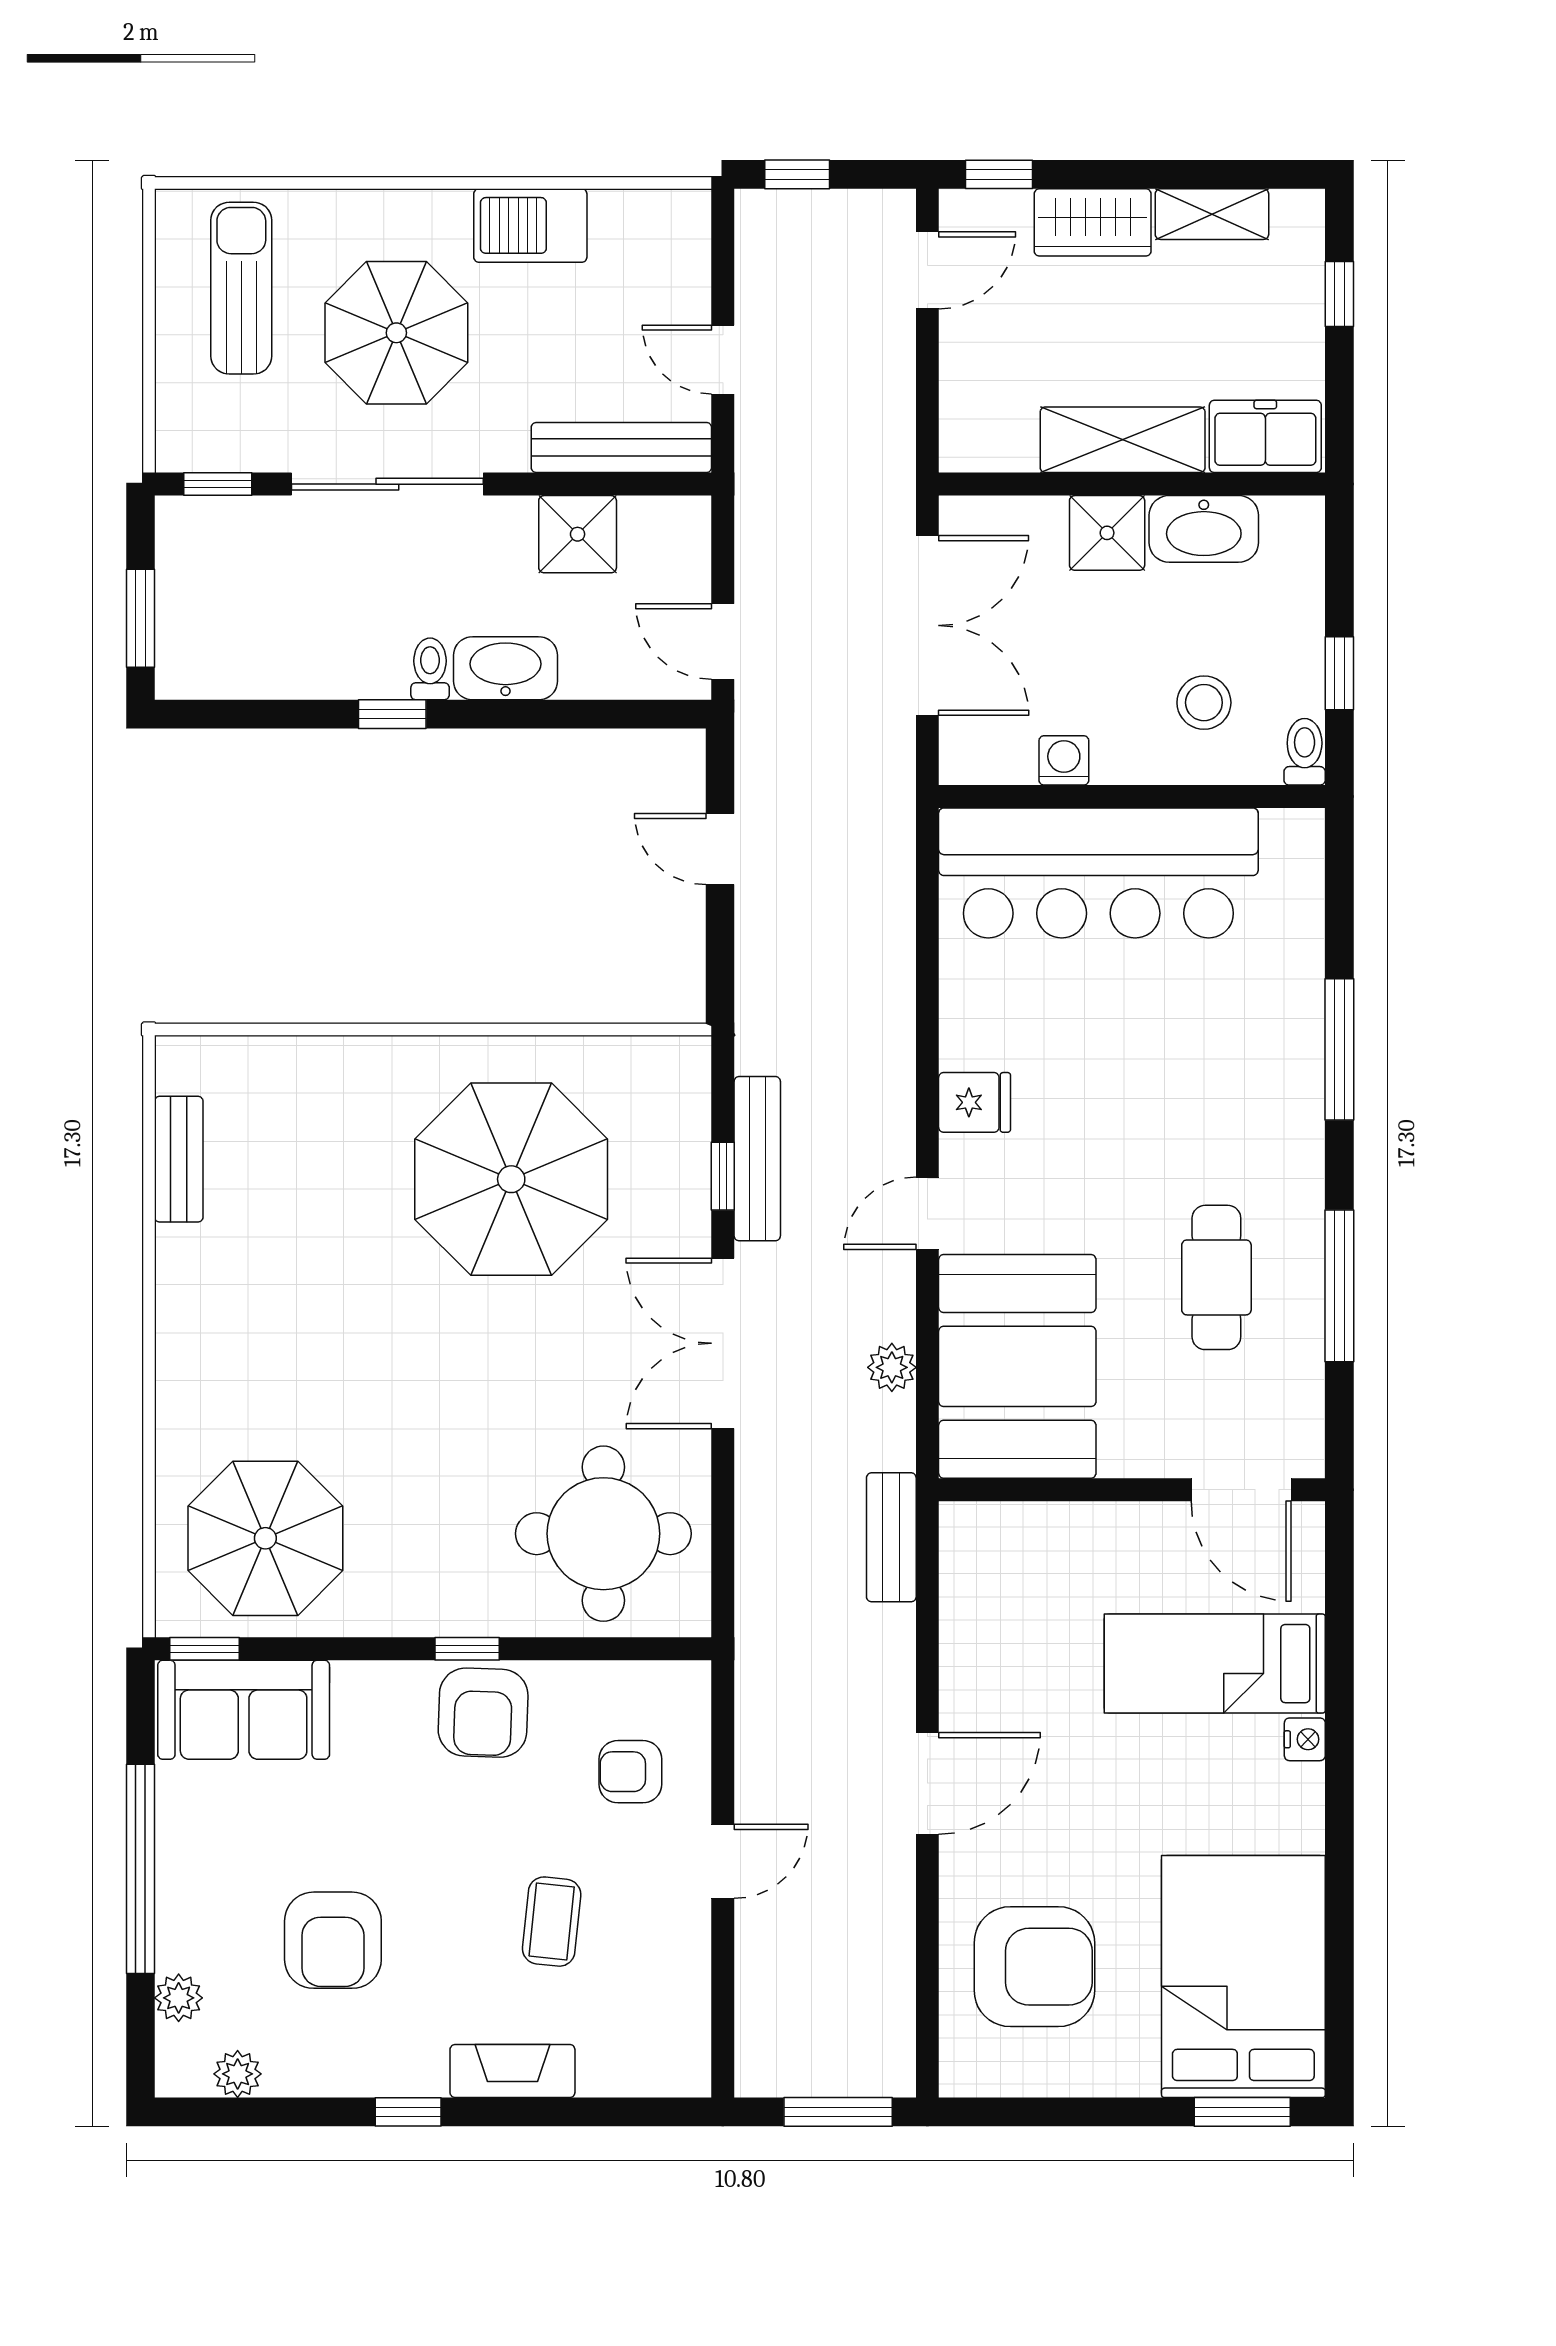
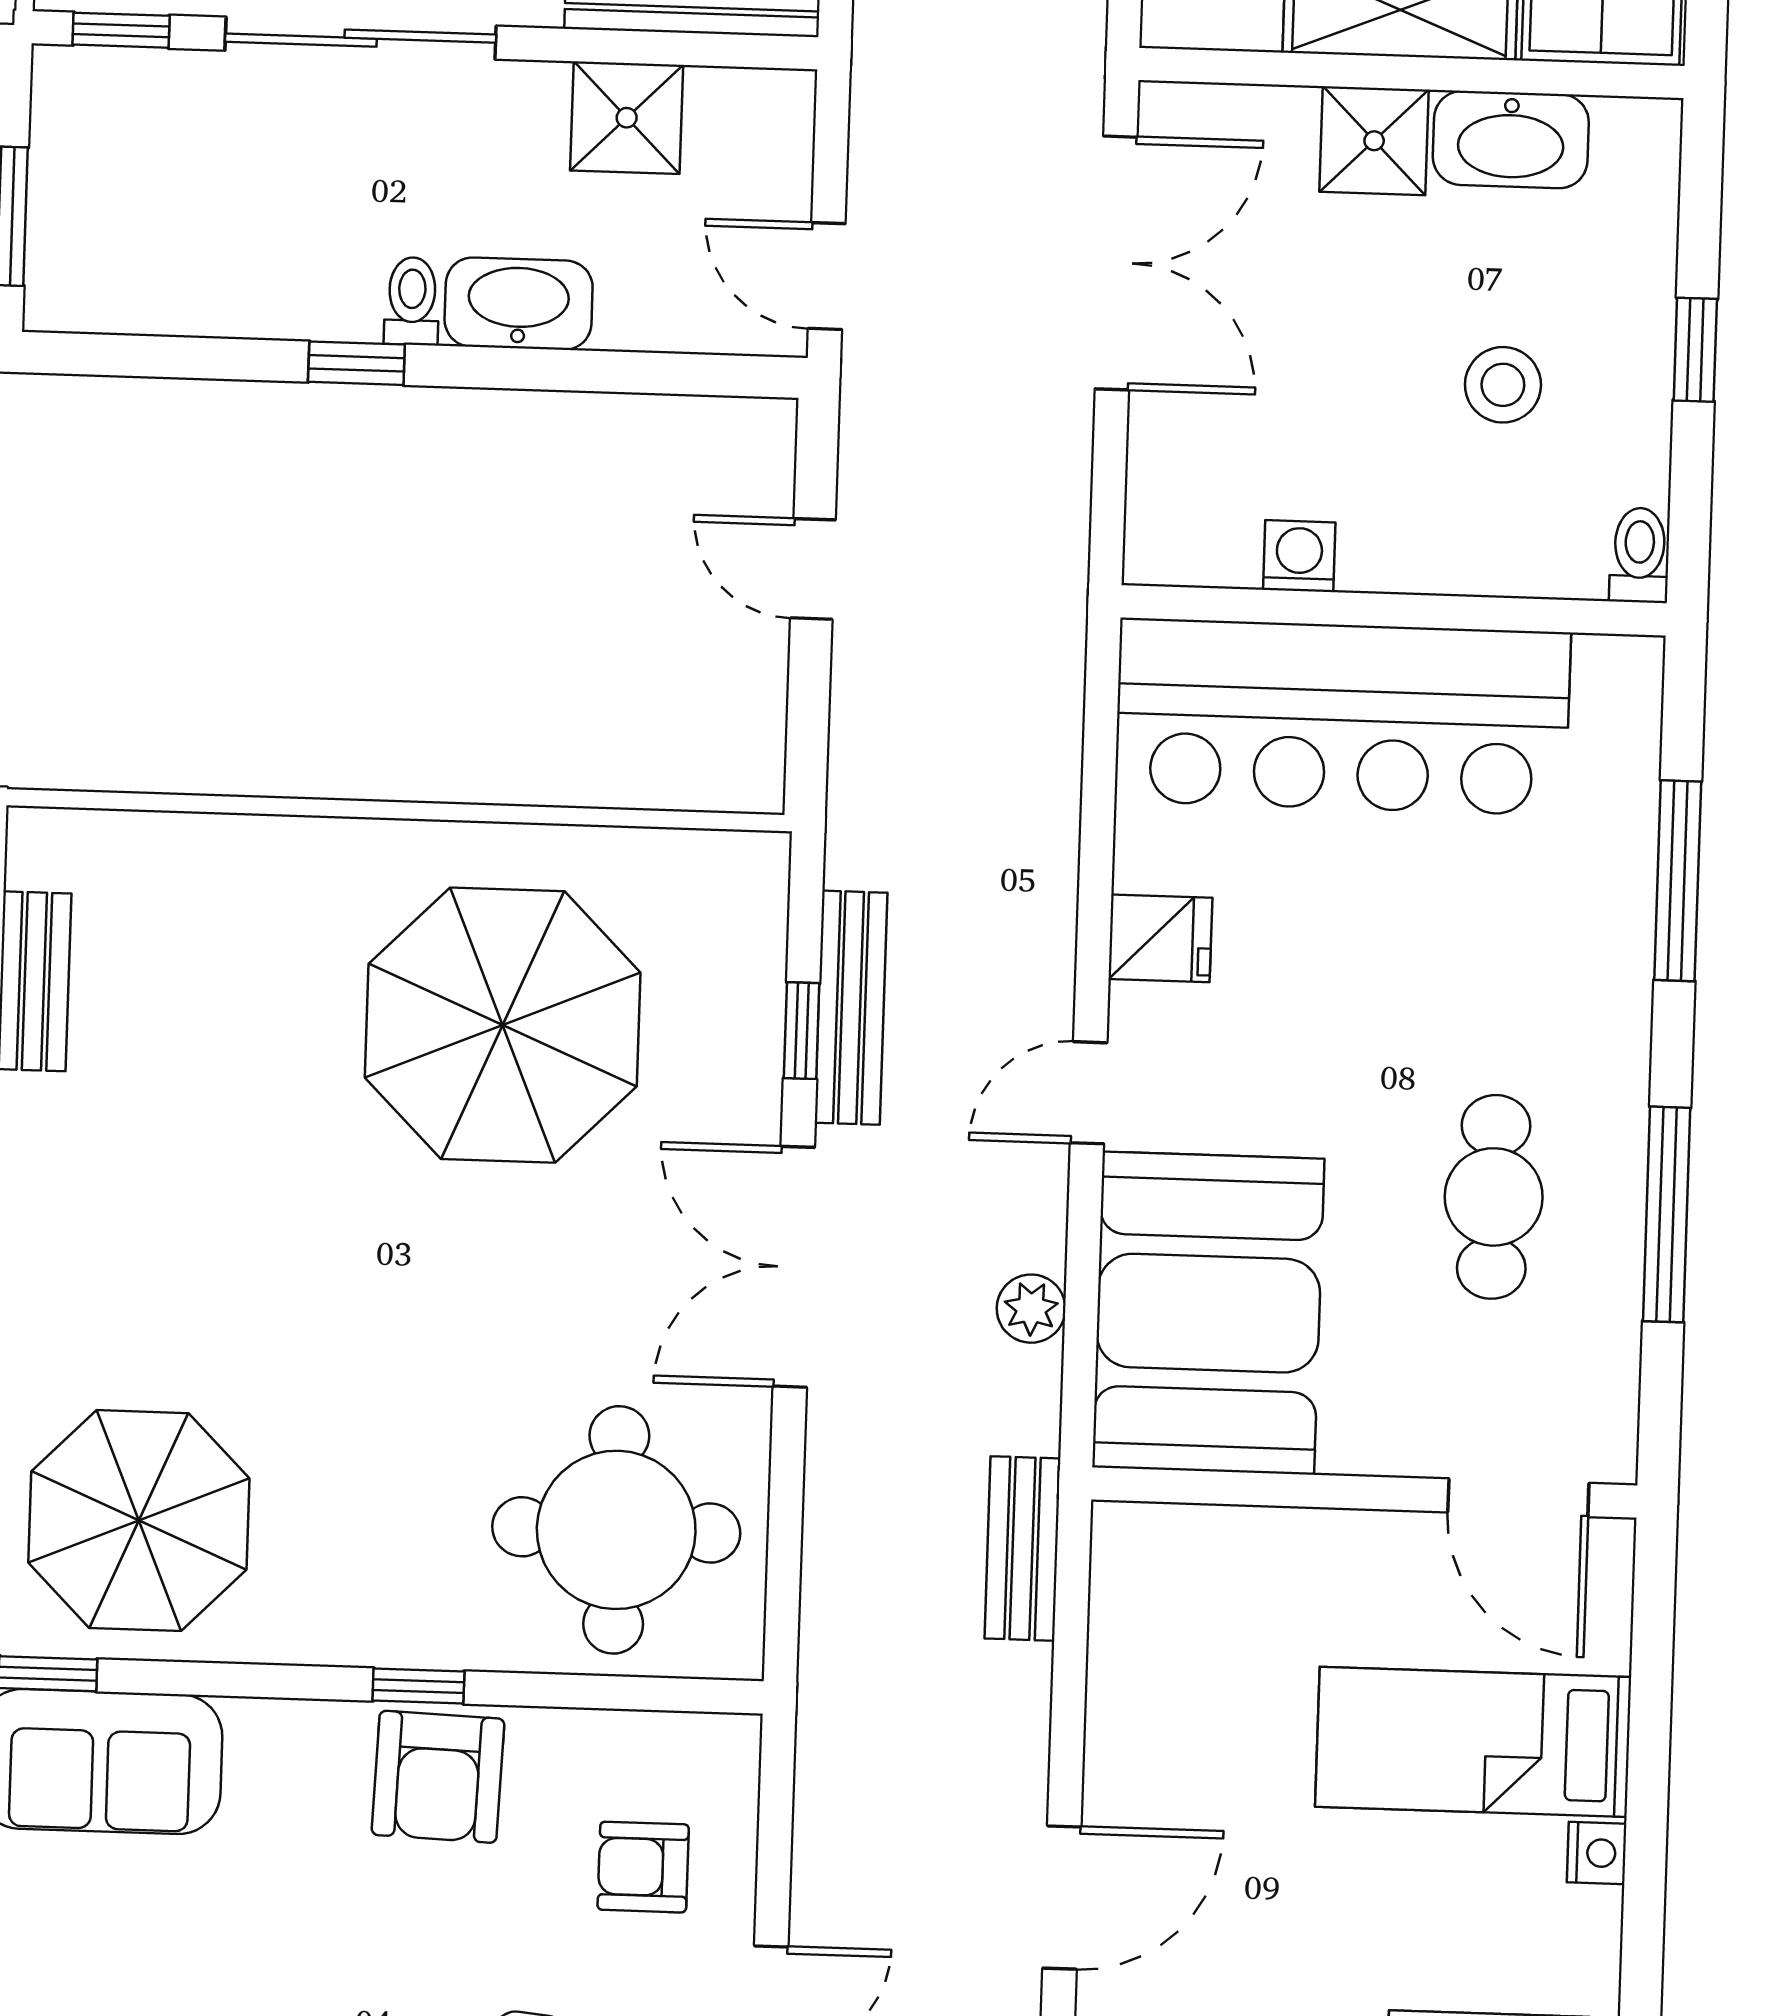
toilet: (1305, 752) -> (1639, 555), moved
washing machine: (1064, 760) -> (1299, 556), moved
wall: (1132, 797) -> (1394, 610), moved
bar counter: (1098, 873) -> (1343, 717), moved

